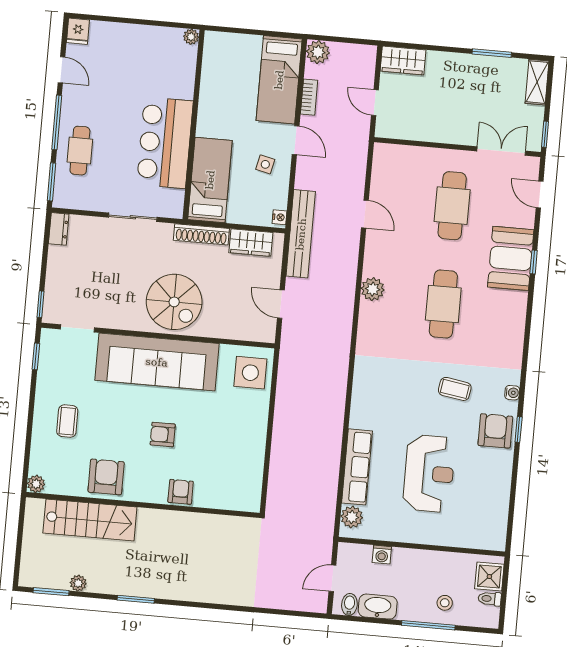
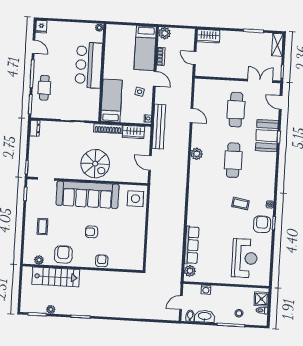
bar counter: (165, 143) -> (89, 65), moved
reception desk: (429, 473) -> (245, 258), moved
plant: (36, 484) -> (39, 260), moved

